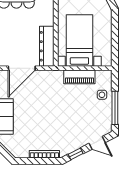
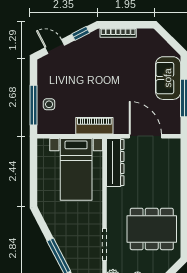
door: (22, 68) -> (145, 136), hinge flipped
piano: (79, 77) -> (94, 126), moved
window: (115, 108) -> (33, 105), moved

